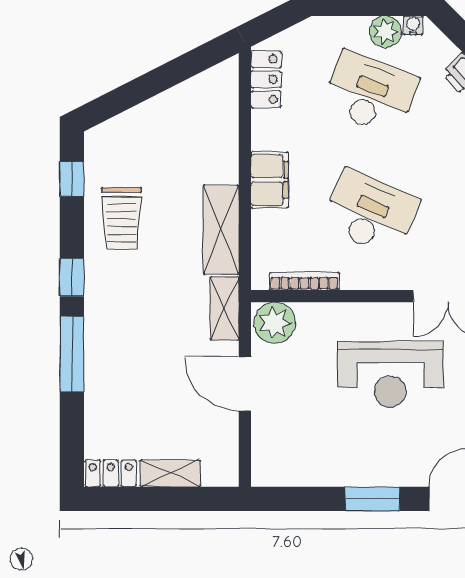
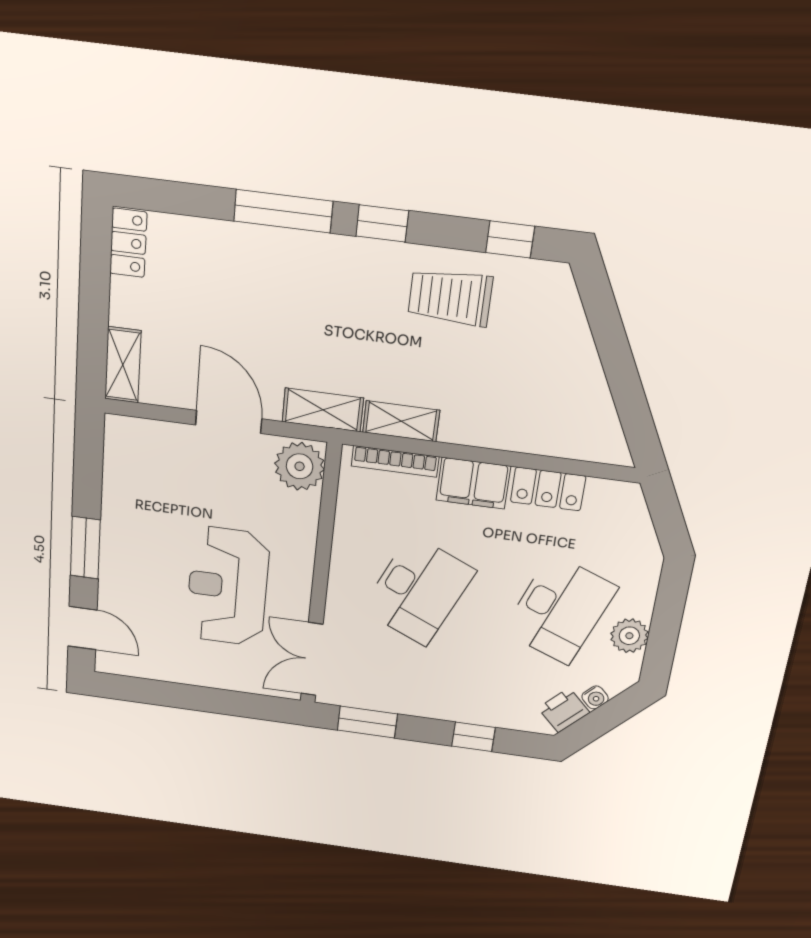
water cooler: (413, 25) -> (595, 697), moved, turned 45
locker: (266, 79) -> (548, 489), moved
shelving: (221, 230) -> (401, 421), width x0.67, depth x0.75
bookcase: (304, 281) -> (395, 461), moved, turned 90
door: (245, 384) -> (229, 422), hinge flipped
shelving: (170, 473) -> (123, 365), moved

